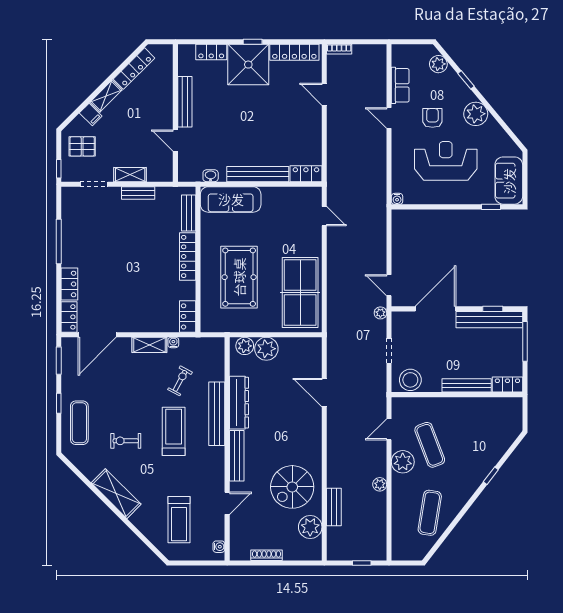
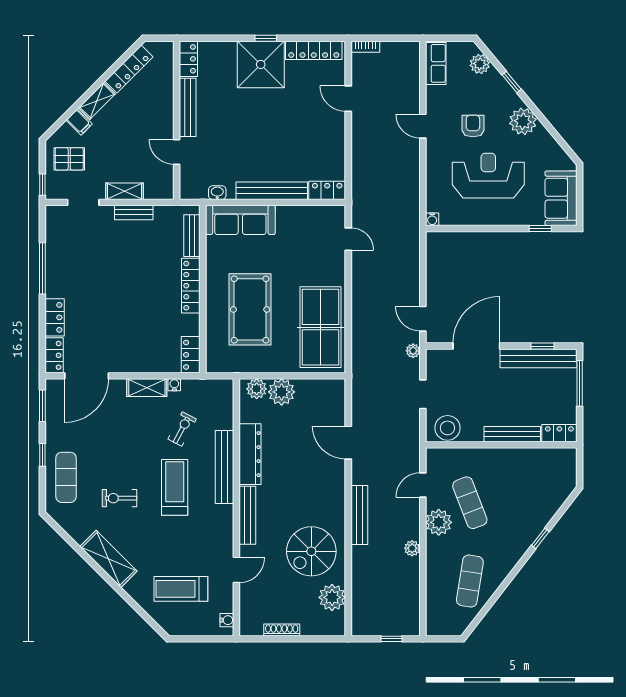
locker: (211, 52) -> (188, 59), moved, turned -90
row of seats: (400, 85) -> (436, 63), moved
bench: (334, 507) -> (359, 515), moved, width x1.36
treadmill: (179, 520) -> (181, 589), turned 90

